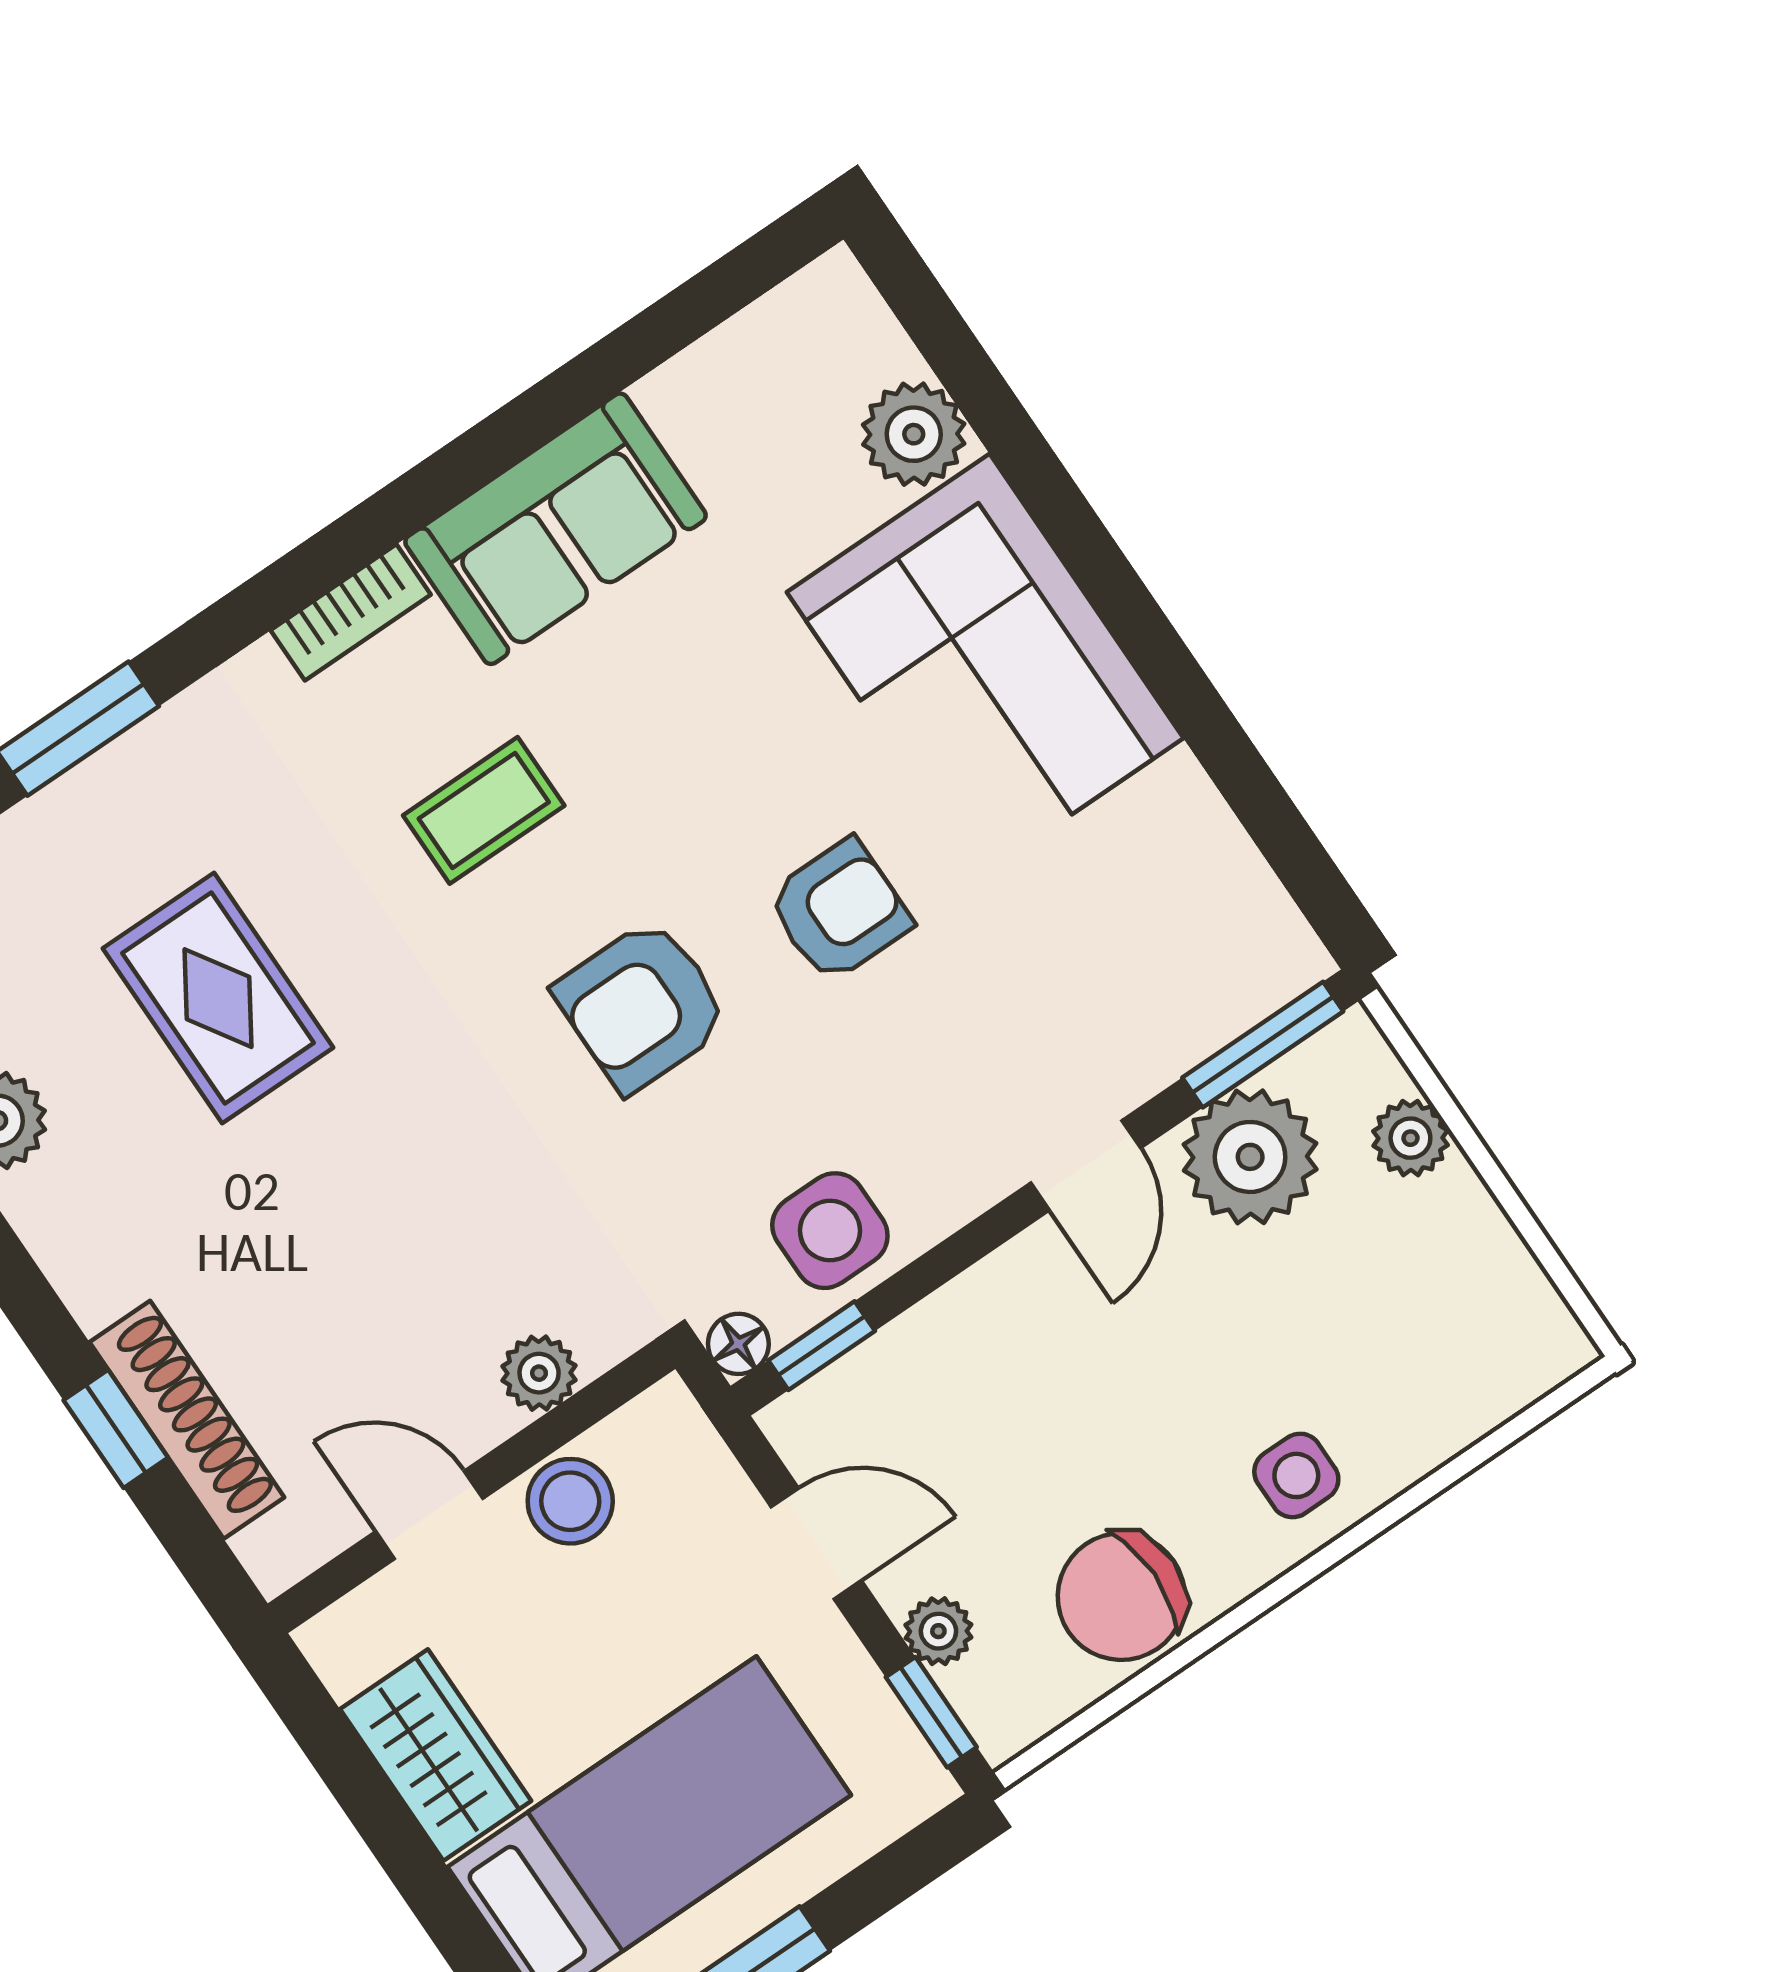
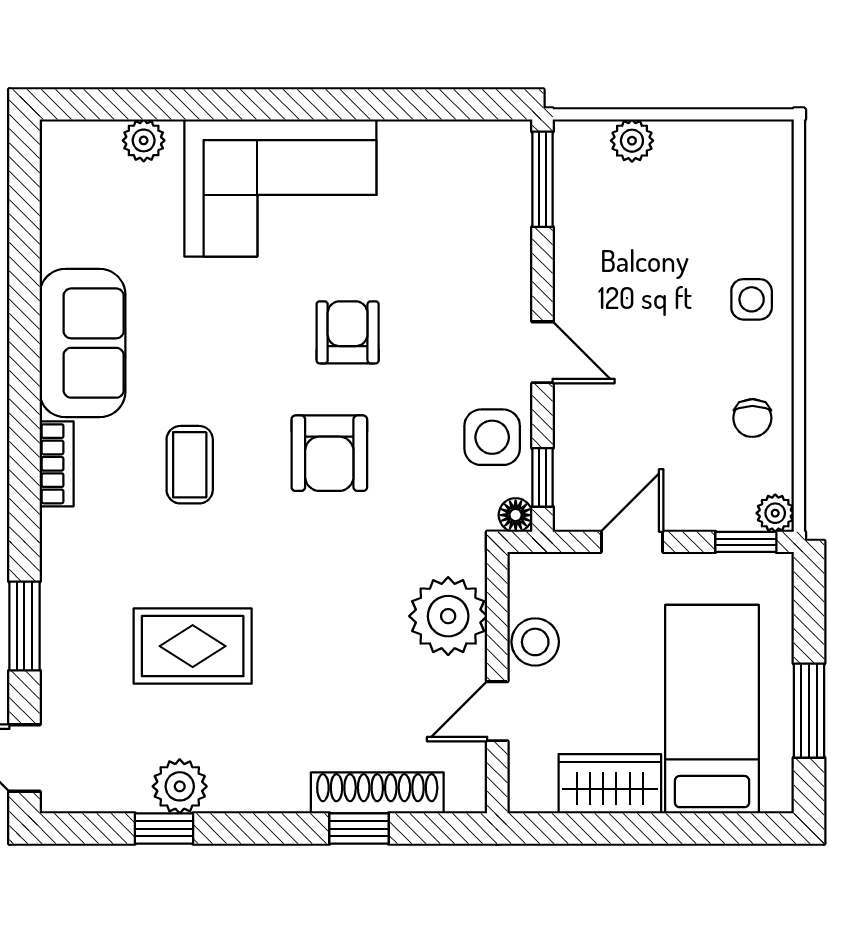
plant: (914, 434) -> (144, 140), width x0.73, depth x0.73
plant: (1250, 1157) -> (590, 220), removed
door: (1086, 1165) -> (542, 352), moved
plant: (539, 1373) -> (448, 616), width x1.88, depth x1.88
chair: (1121, 1597) -> (752, 418), width x0.54, depth x0.54
plant: (938, 1631) -> (775, 513), moved

